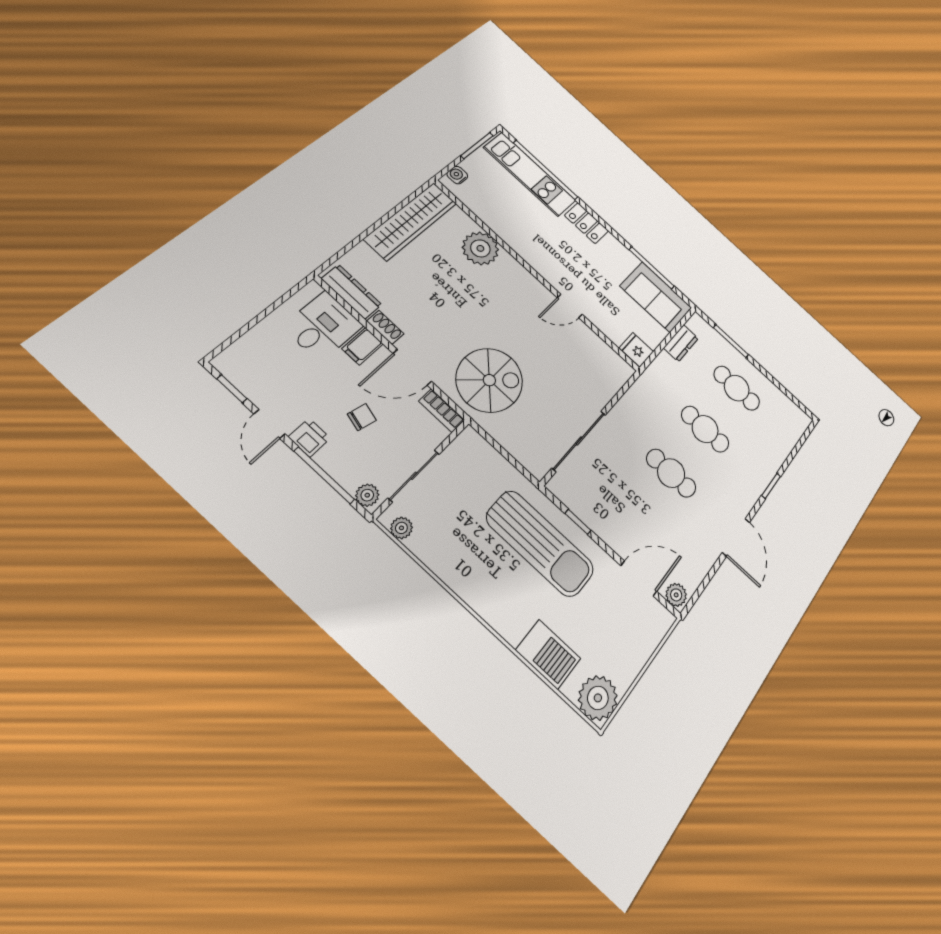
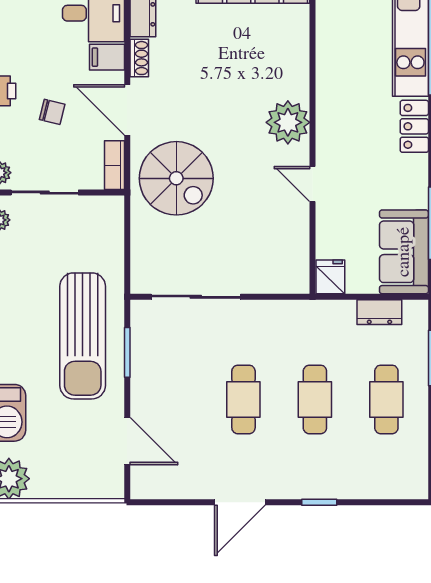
plant: (480, 248) -> (288, 122), moved
window: (578, 522) -> (127, 352), width x1.50
plant: (676, 595) -> (142, 484), removed

